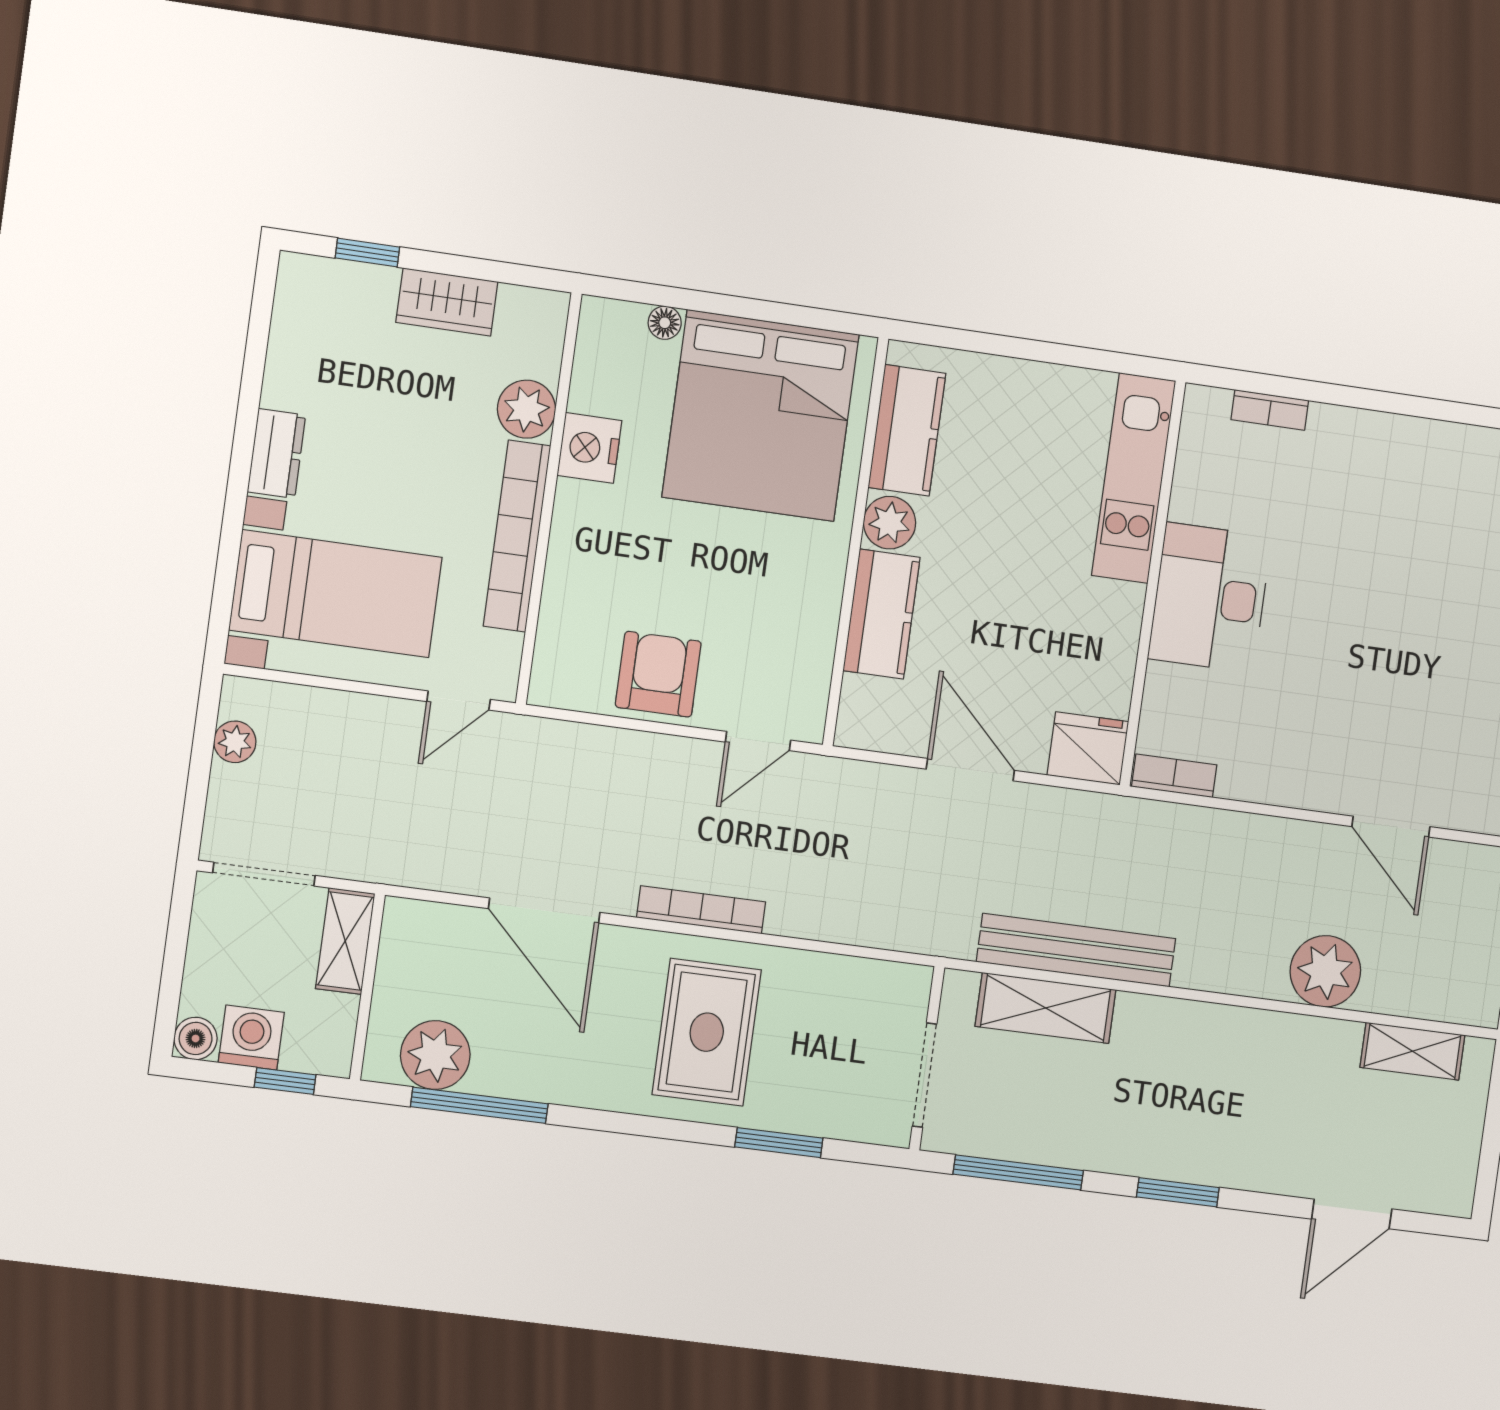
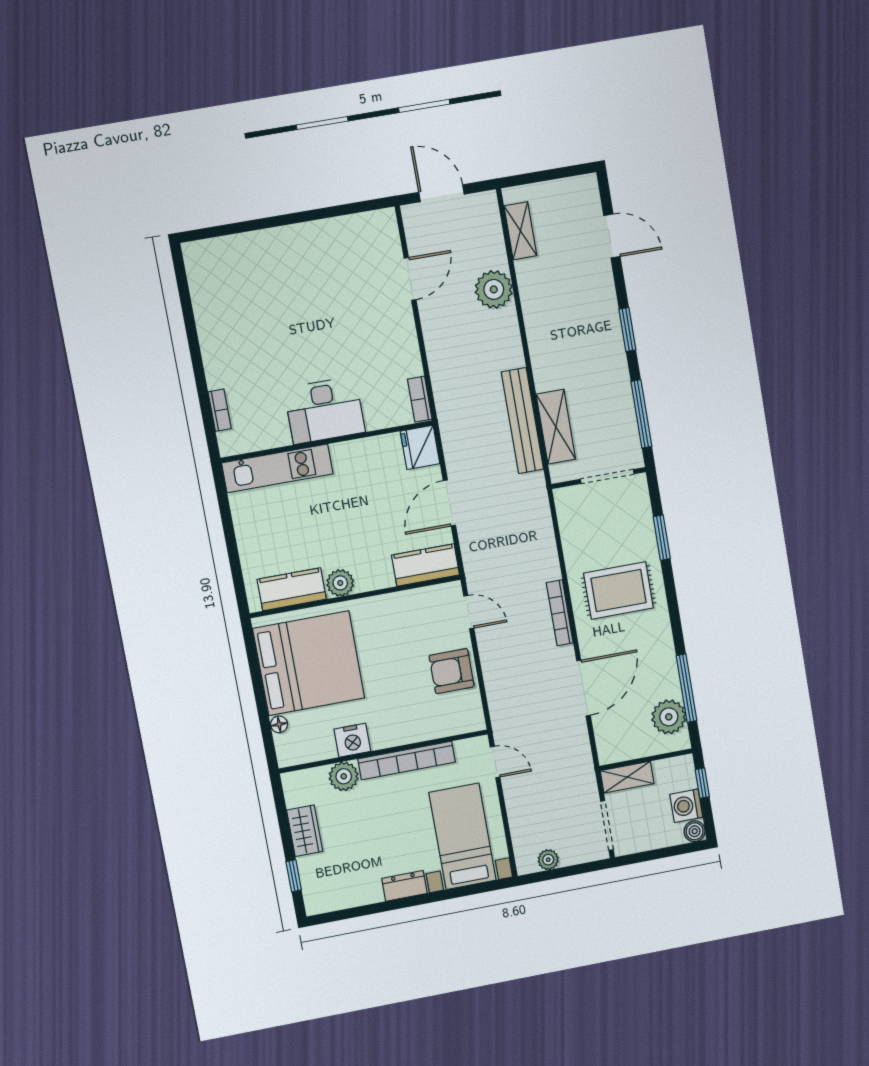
kitchen counter: (882, 614) -> (426, 565), moved

